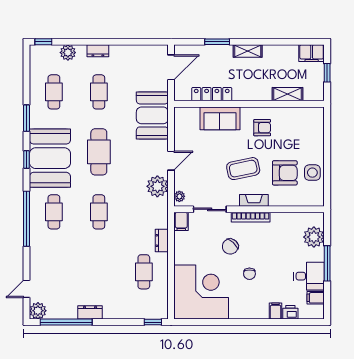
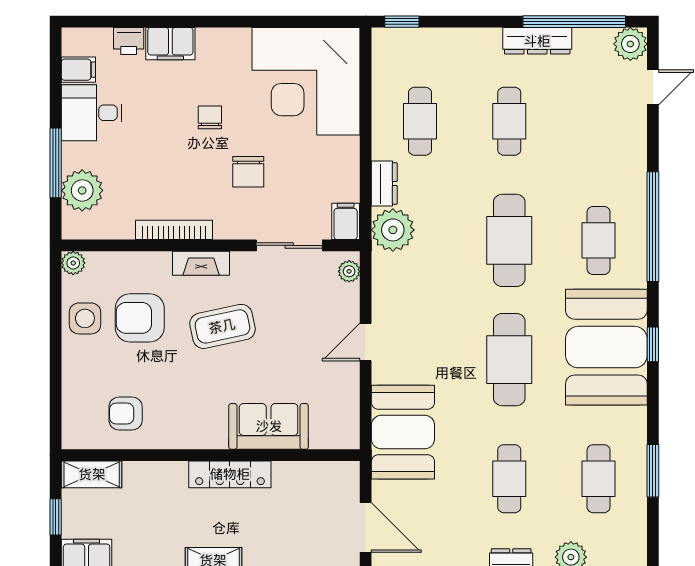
door: (171, 67) -> (366, 528), swing flipped
locker: (212, 94) -> (230, 474), moved
shelving: (288, 94) -> (92, 474), moved
window: (27, 118) -> (653, 471), moved
armchair: (262, 128) -> (126, 414), moved
plant: (157, 186) -> (393, 230), moved
plant: (318, 201) -> (73, 263), added
cafe table: (99, 212) -> (509, 240), width x1.37, depth x1.35
bookcase: (251, 217) -> (174, 230), moved
chair: (230, 246) -> (248, 172), turned 137
window: (327, 263) -> (56, 163), moved
cafe table: (99, 272) -> (509, 121), added
filing cabinet: (276, 311) -> (170, 44), width x2.00
dresser: (90, 312) -> (537, 41), width x1.44

